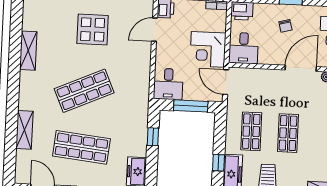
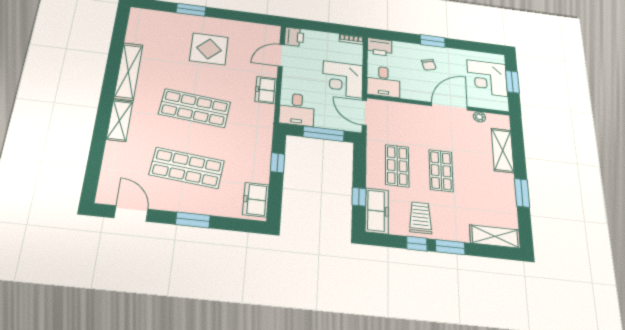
shelving: (28, 51) -> (128, 71), width x1.47
freezer: (142, 67) -> (266, 90), added
shop shelf: (84, 91) -> (195, 108), turned 30
shelving: (24, 130) -> (120, 120), moved

